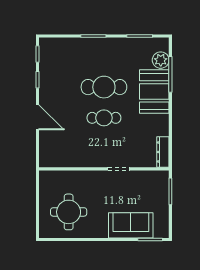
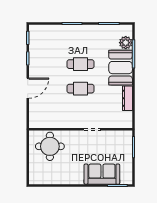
cafe table: (104, 87) -> (81, 64), width x0.73, depth x0.74
door: (37, 117) -> (28, 88), hinge flipped
dresser: (163, 152) -> (127, 98), moved
round table: (69, 212) -> (50, 146), moved

